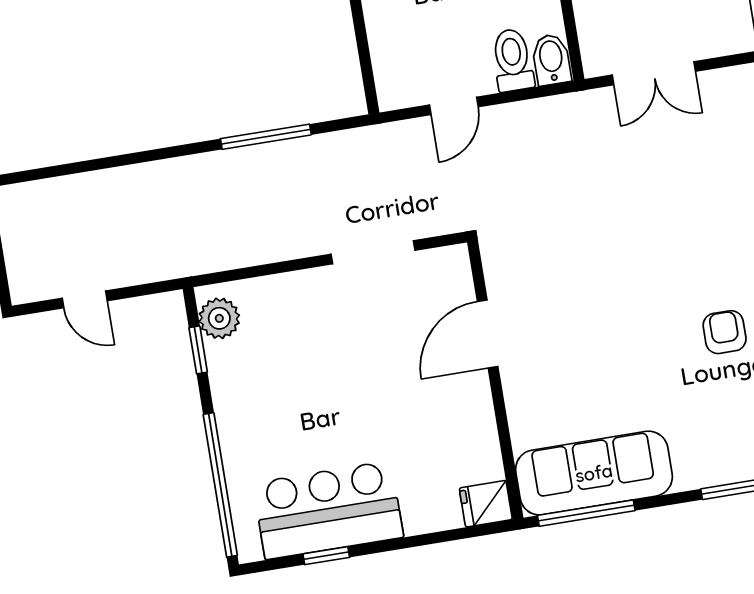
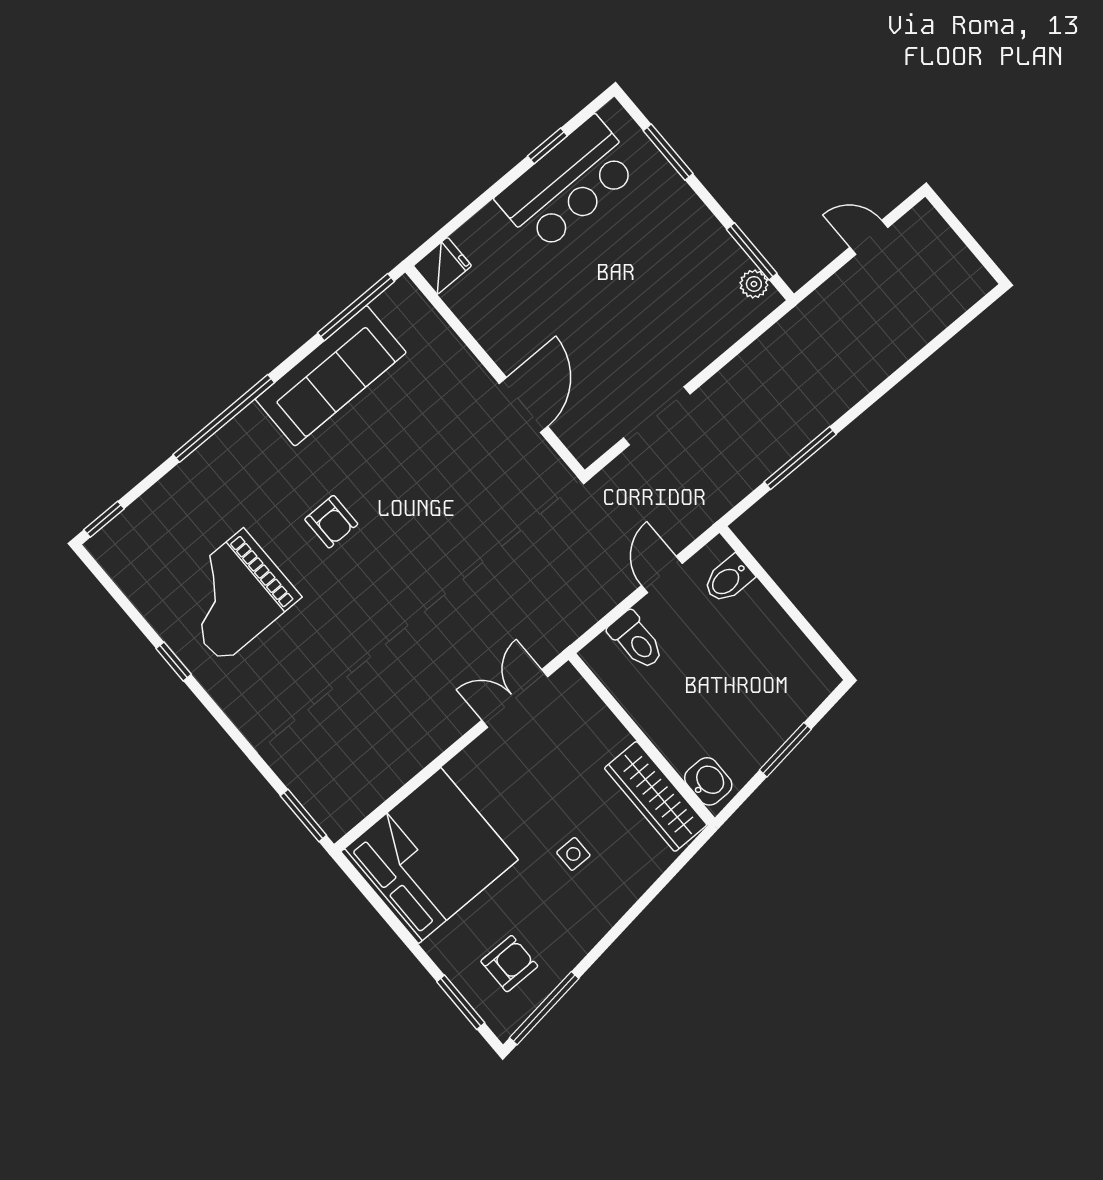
bidet: (551, 60) -> (728, 579), moved, turned 90
plant: (219, 318) -> (754, 284), width x0.73, depth x0.73
window: (198, 350) -> (752, 251), width x1.50
sofa: (594, 473) -> (331, 376), moved
window: (220, 485) -> (668, 152), width x0.47

